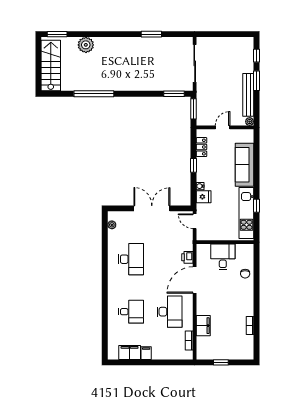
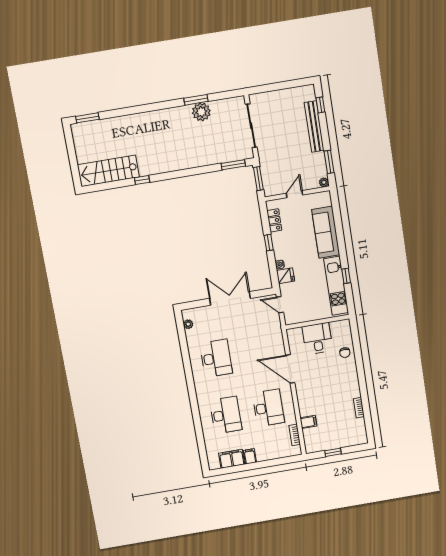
plant: (86, 45) -> (201, 112), moved
stairs: (51, 65) -> (108, 171), moved, turned -90
window: (257, 81) -> (329, 162), moved
window: (94, 94) -> (142, 180), width x0.32
bench: (248, 95) -> (314, 127), moved
printer: (187, 257) -> (278, 346), removed
door: (195, 280) -> (290, 369), hinge flipped
desk: (131, 312) -> (226, 415), width x1.37
filing cabinet: (203, 326) -> (308, 422), width x0.50

